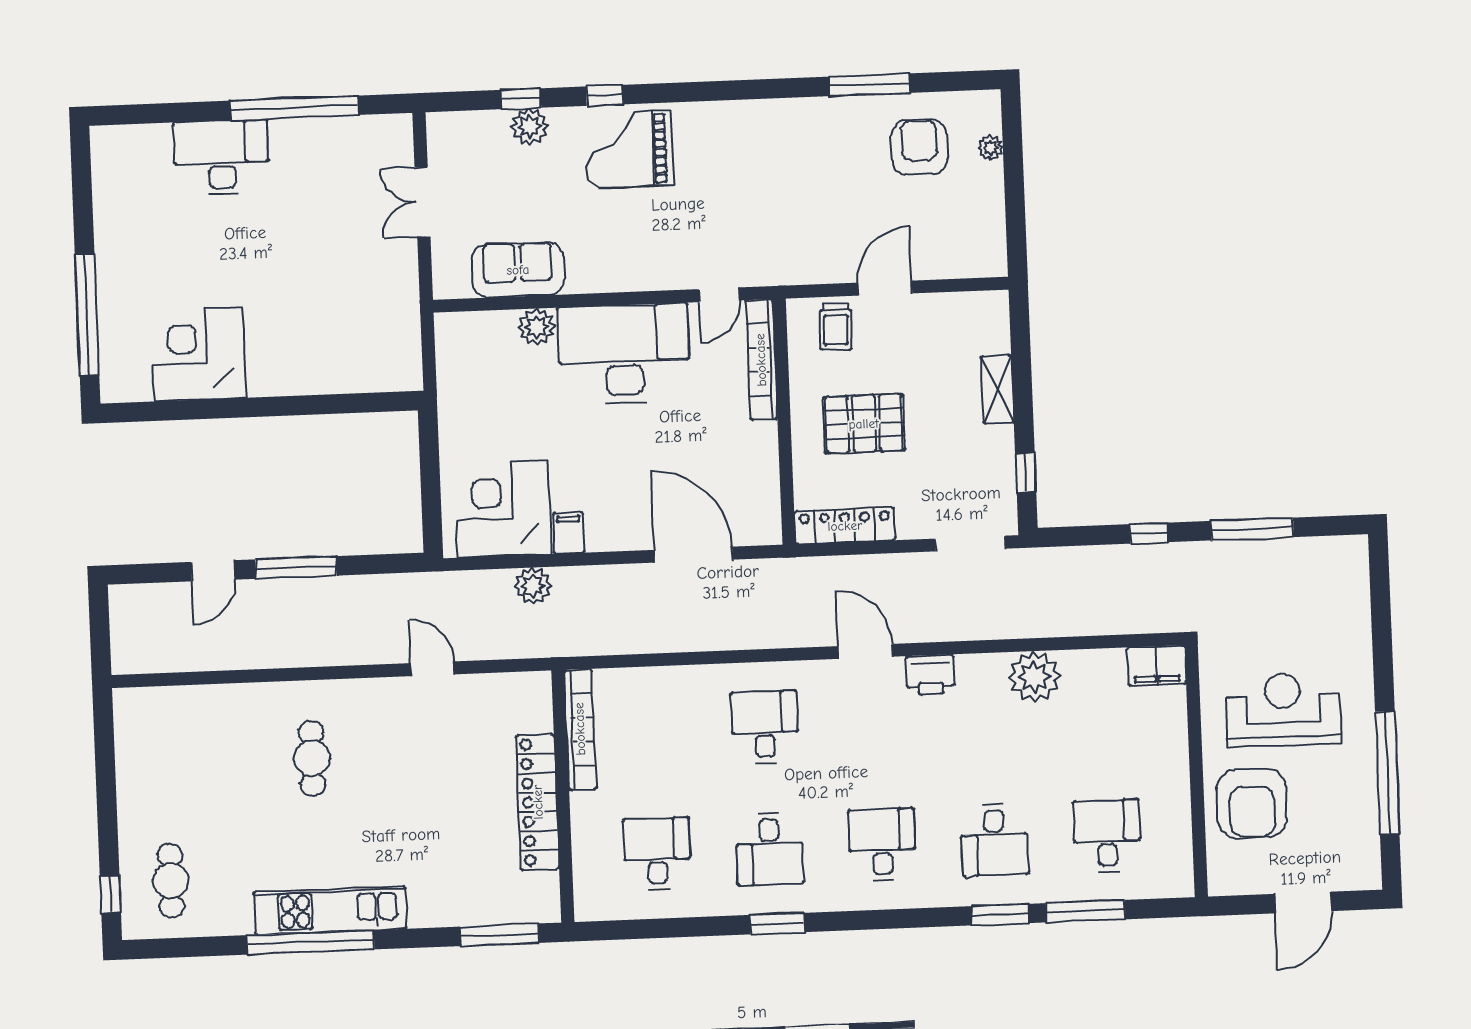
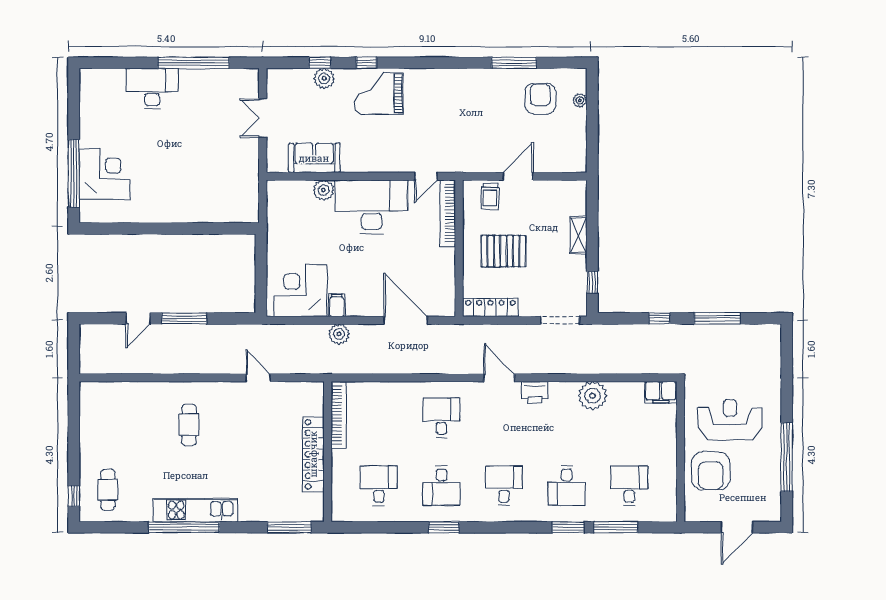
corner desk: (198, 354) -> (105, 174), moved, turned 90
plant: (533, 586) -> (339, 334), moved

